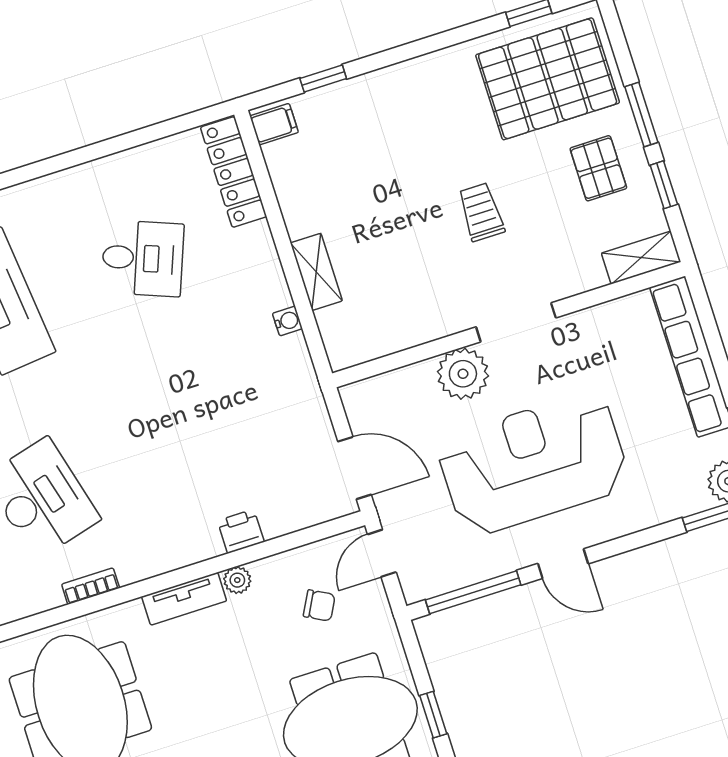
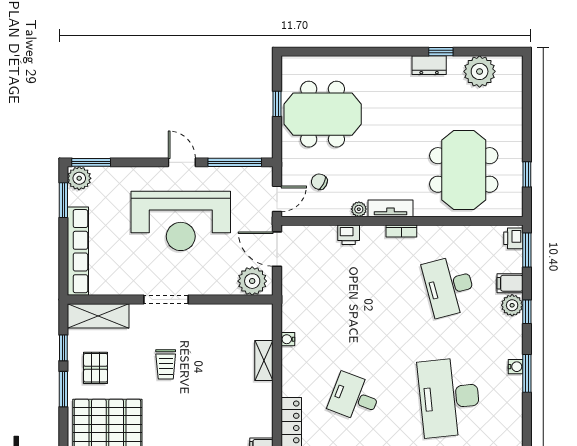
shelving: (641, 258) -> (98, 316), width x1.50, depth x1.33
plant: (463, 374) -> (252, 281), moved
bookcase: (91, 586) -> (401, 231), moved

